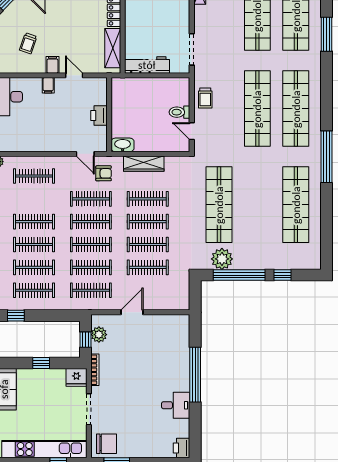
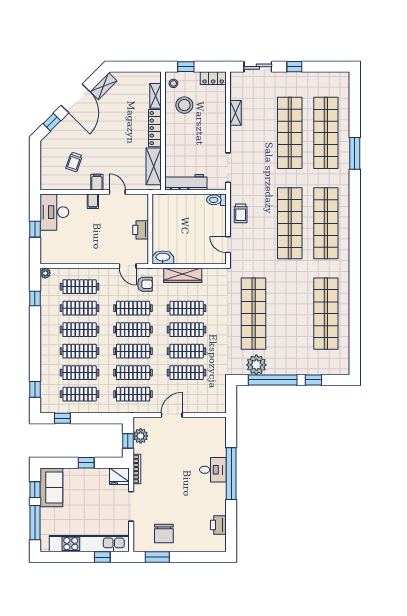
toilet: (179, 112) -> (216, 200), moved
window: (326, 157) -> (355, 269), removed
clothes rail: (34, 199) -> (80, 308), added
desk: (176, 405) -> (213, 470), moved
chair: (107, 444) -> (164, 534), moved, turned 90
printer: (182, 448) -> (218, 525), moved

